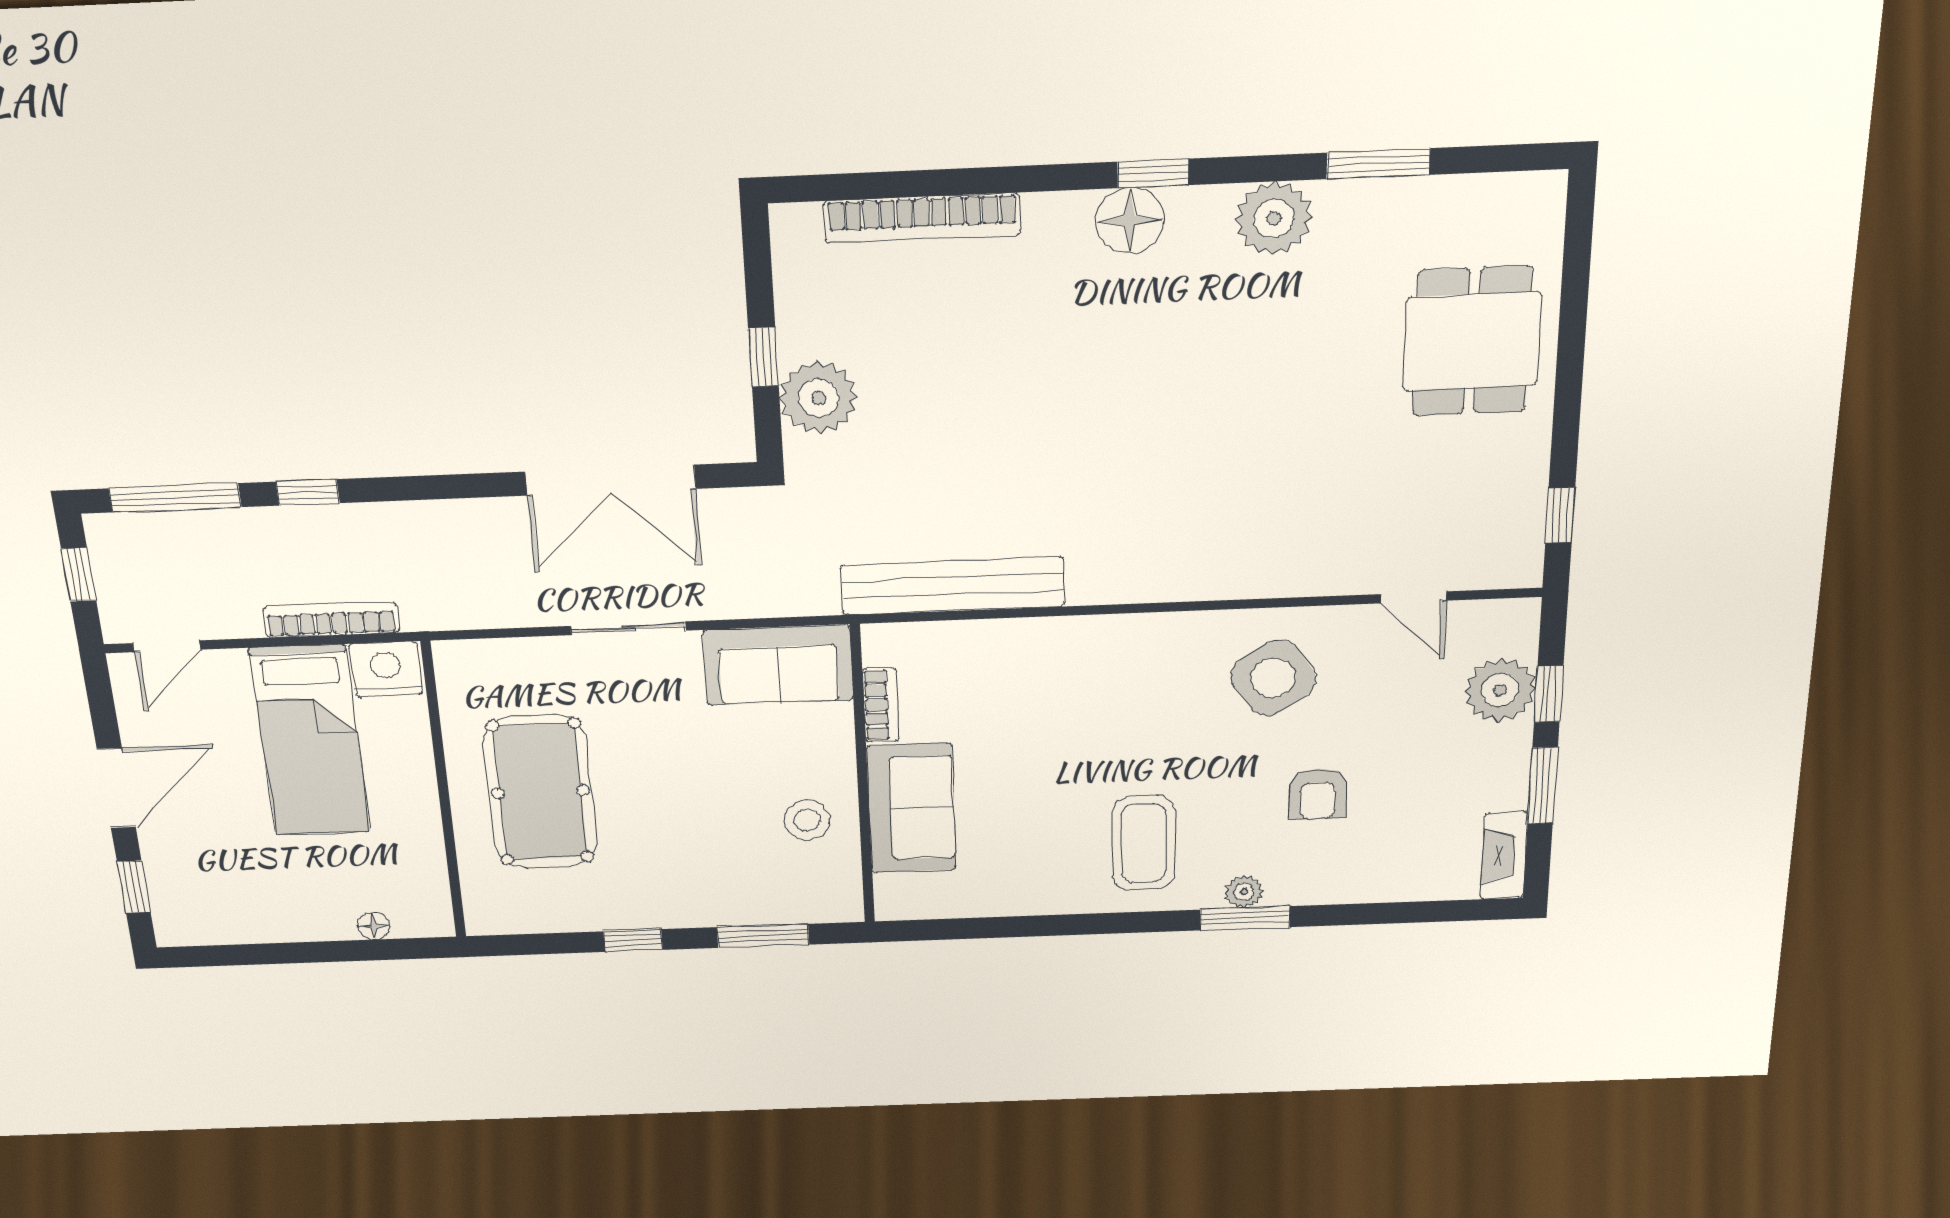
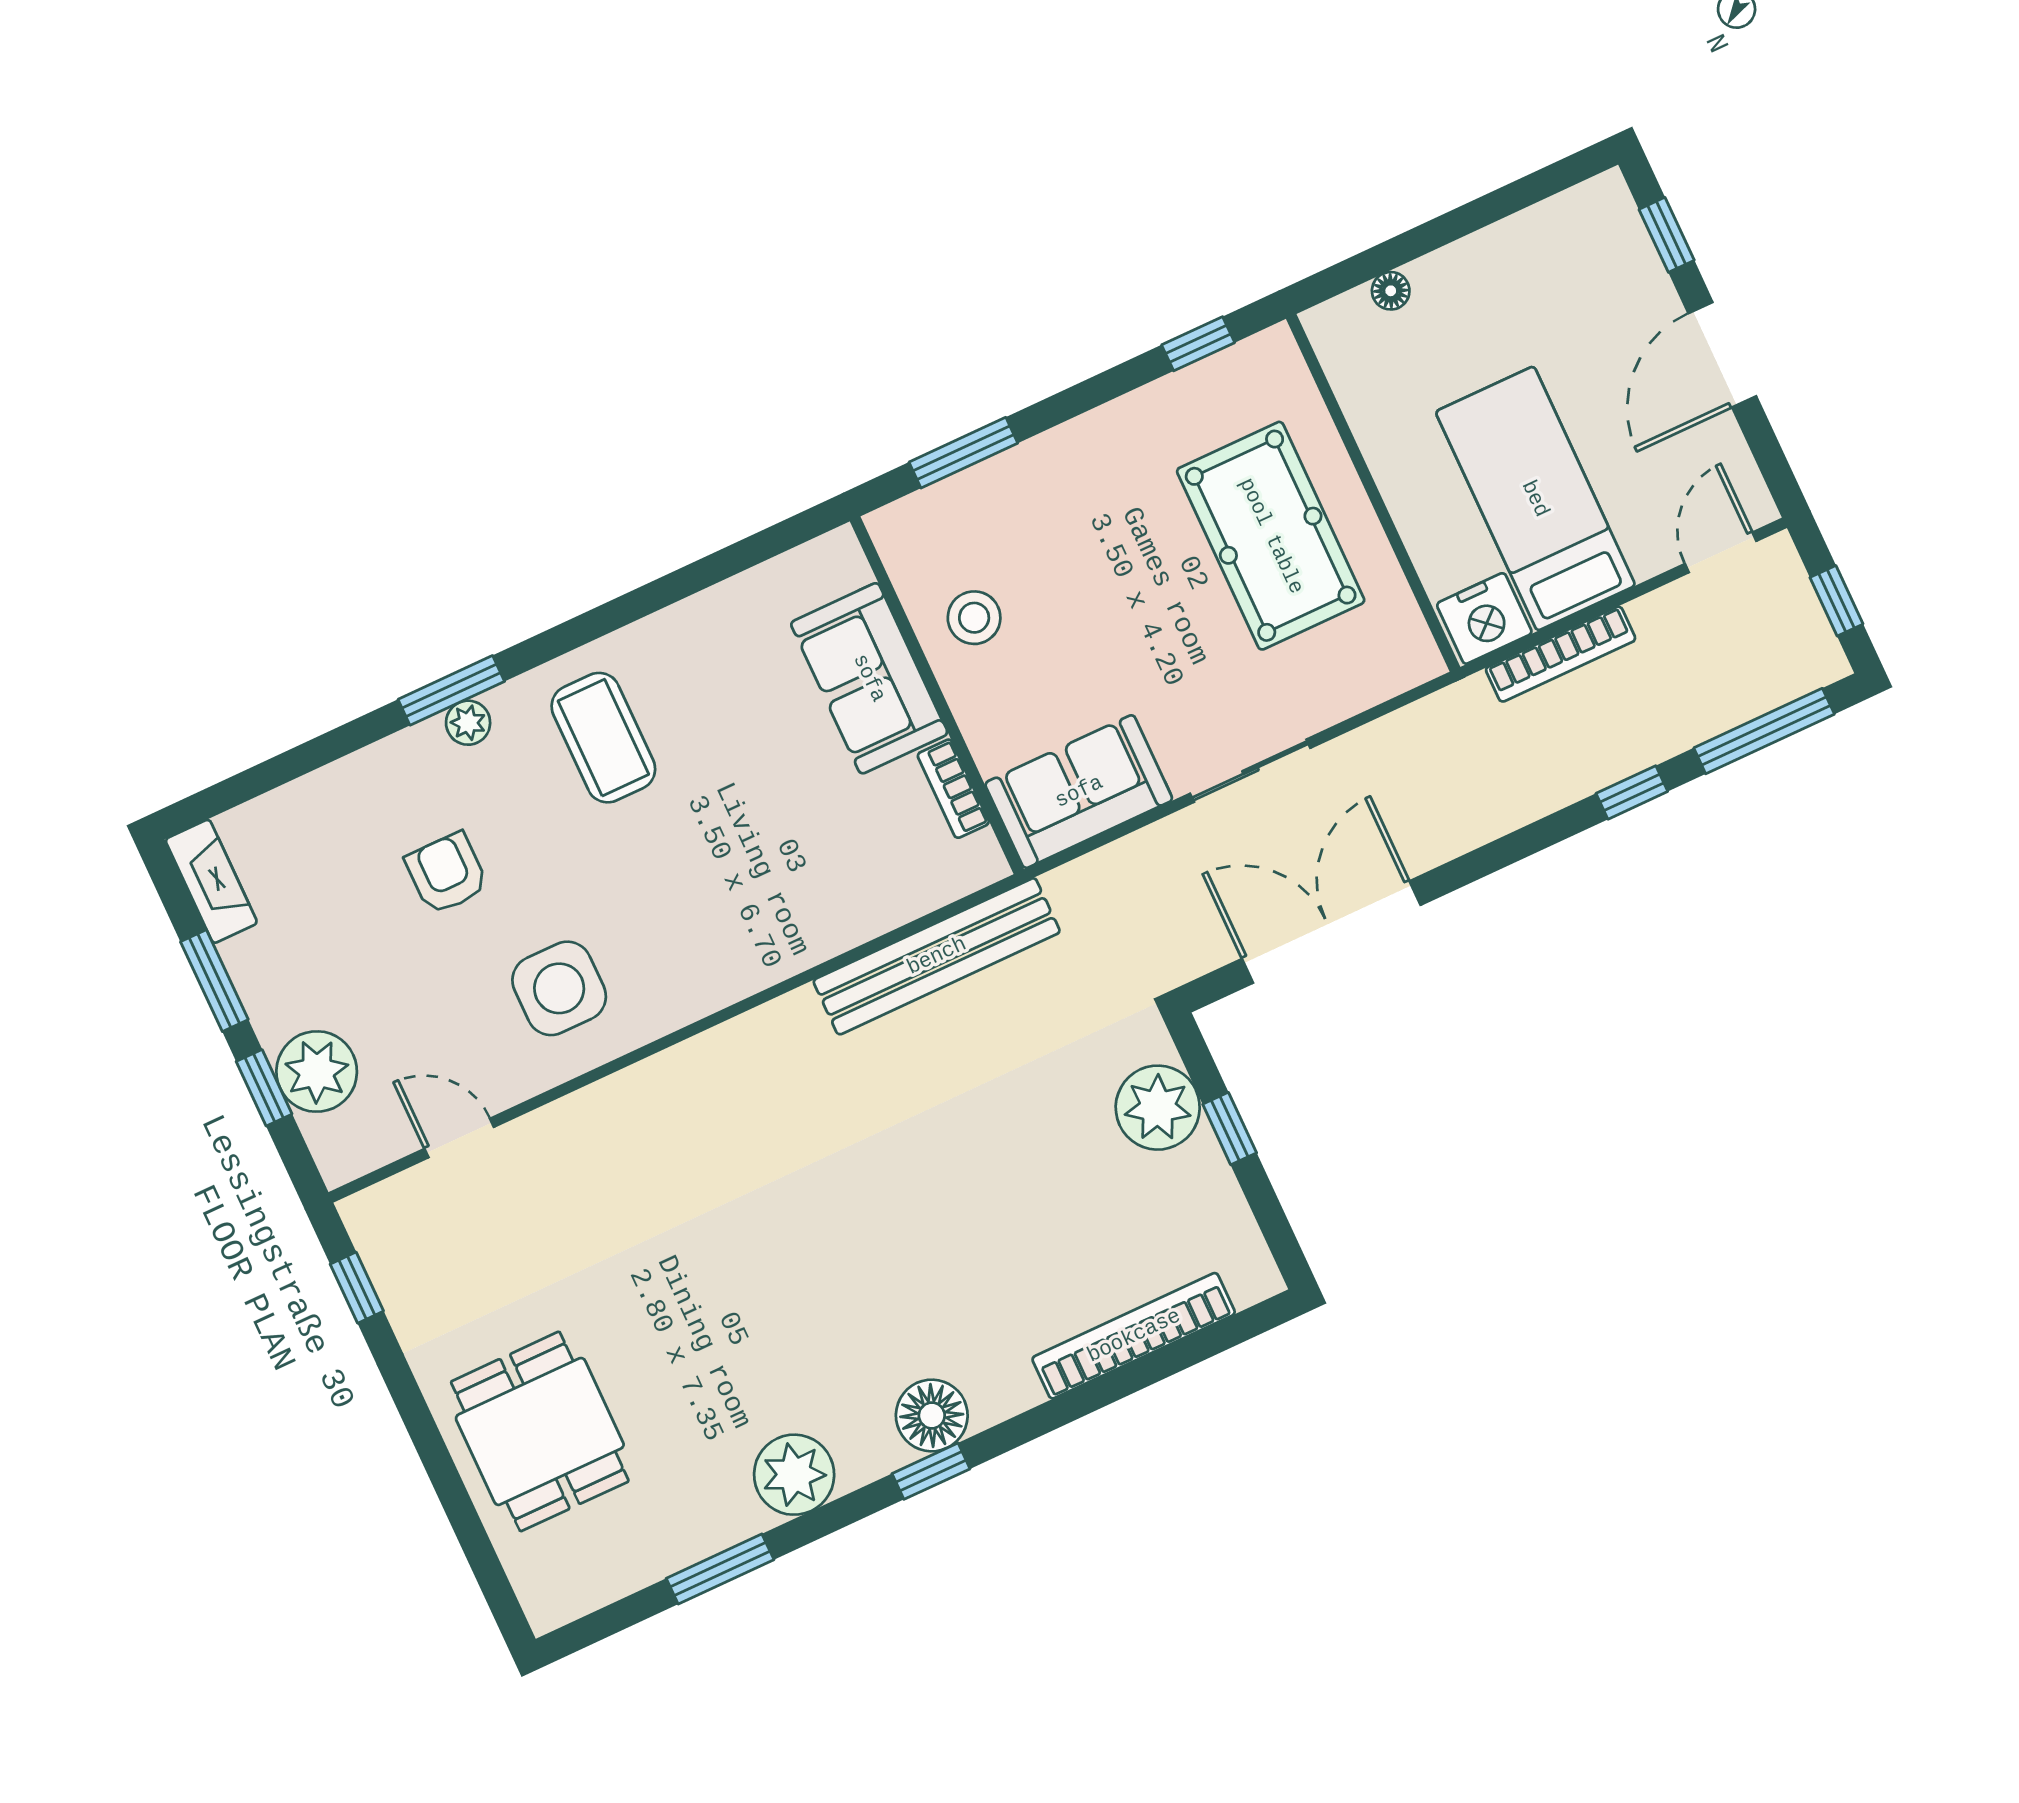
side table: (1273, 678) -> (559, 988), turned 34
window: (633, 941) -> (1198, 344), moved

